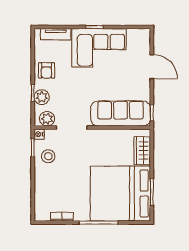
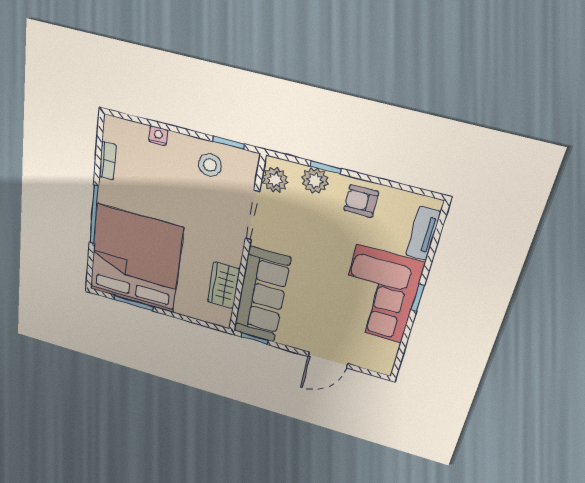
nightstand: (39, 134) -> (158, 136), moved
wardrobe: (142, 151) -> (224, 285), moved, turned -90

